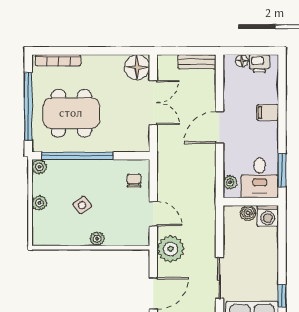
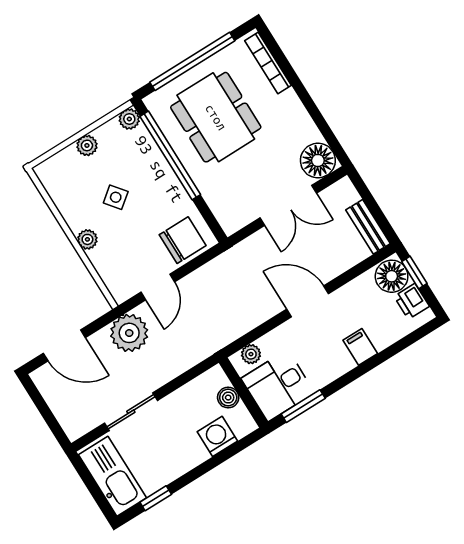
window: (243, 51) -> (414, 272), added
floor lamp: (242, 61) -> (392, 276), width x1.89, depth x1.89
chair: (134, 181) -> (183, 240), width x1.87, depth x1.87
washing machine: (268, 216) -> (217, 436), moved, turned 90

